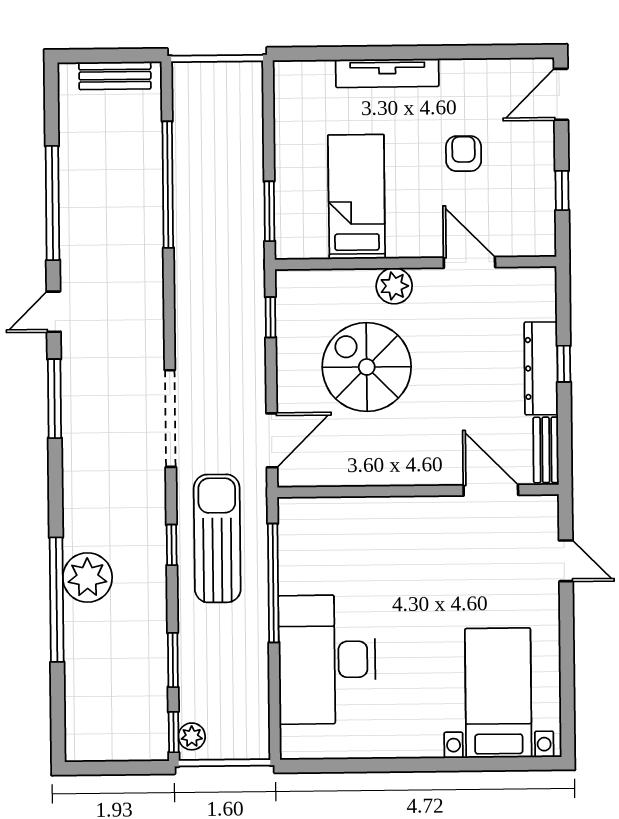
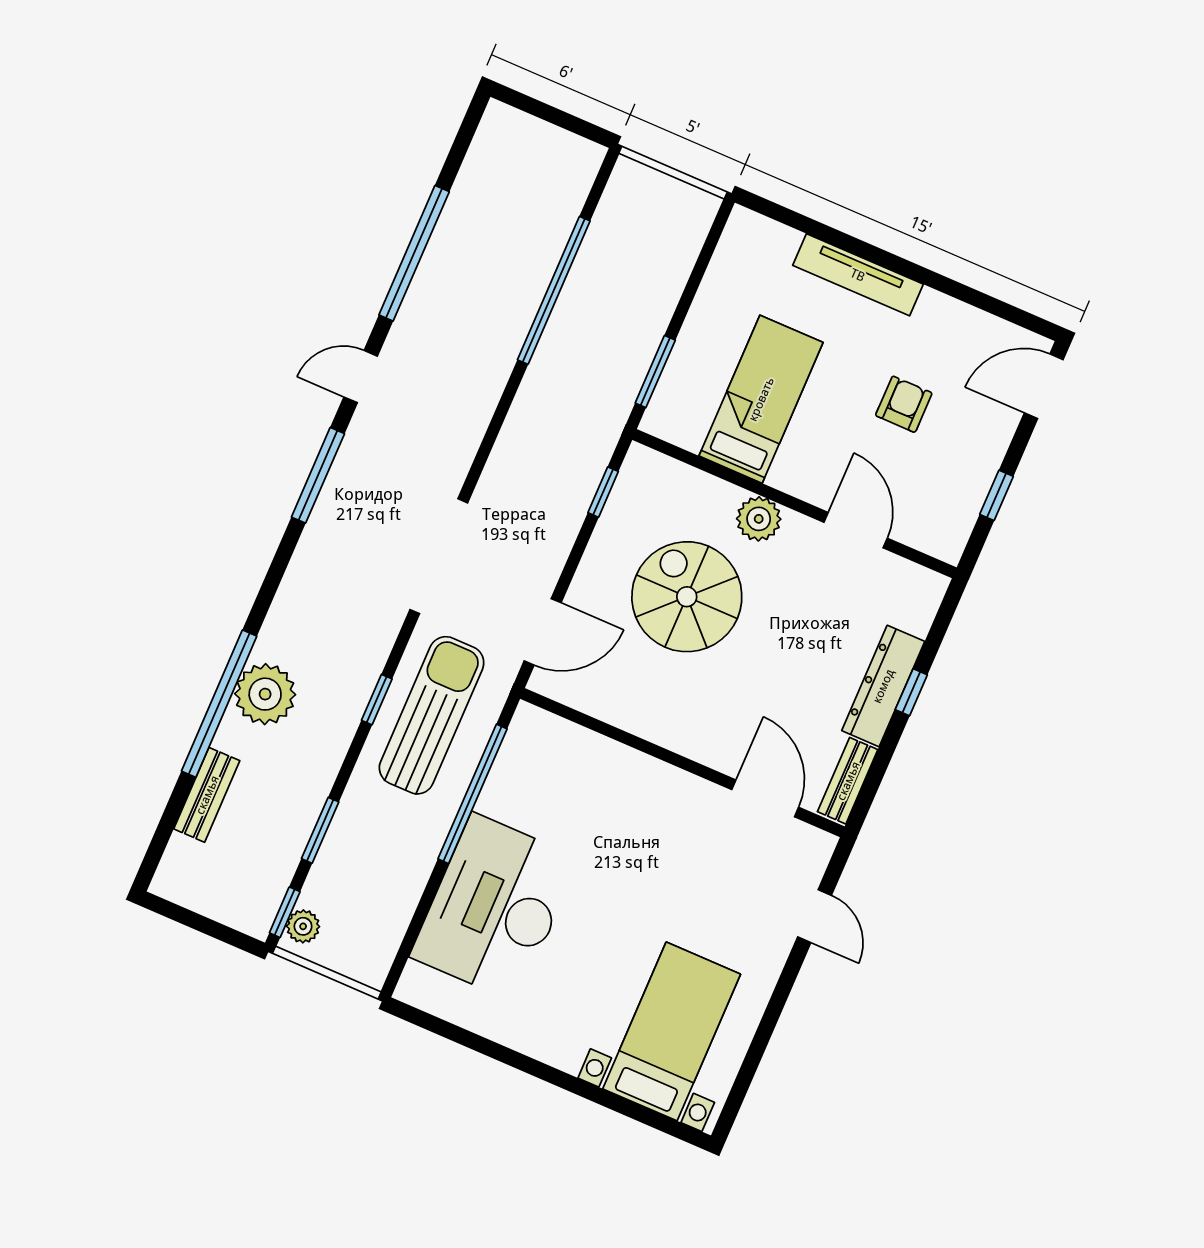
bench: (115, 76) -> (207, 795), moved, turned 90

